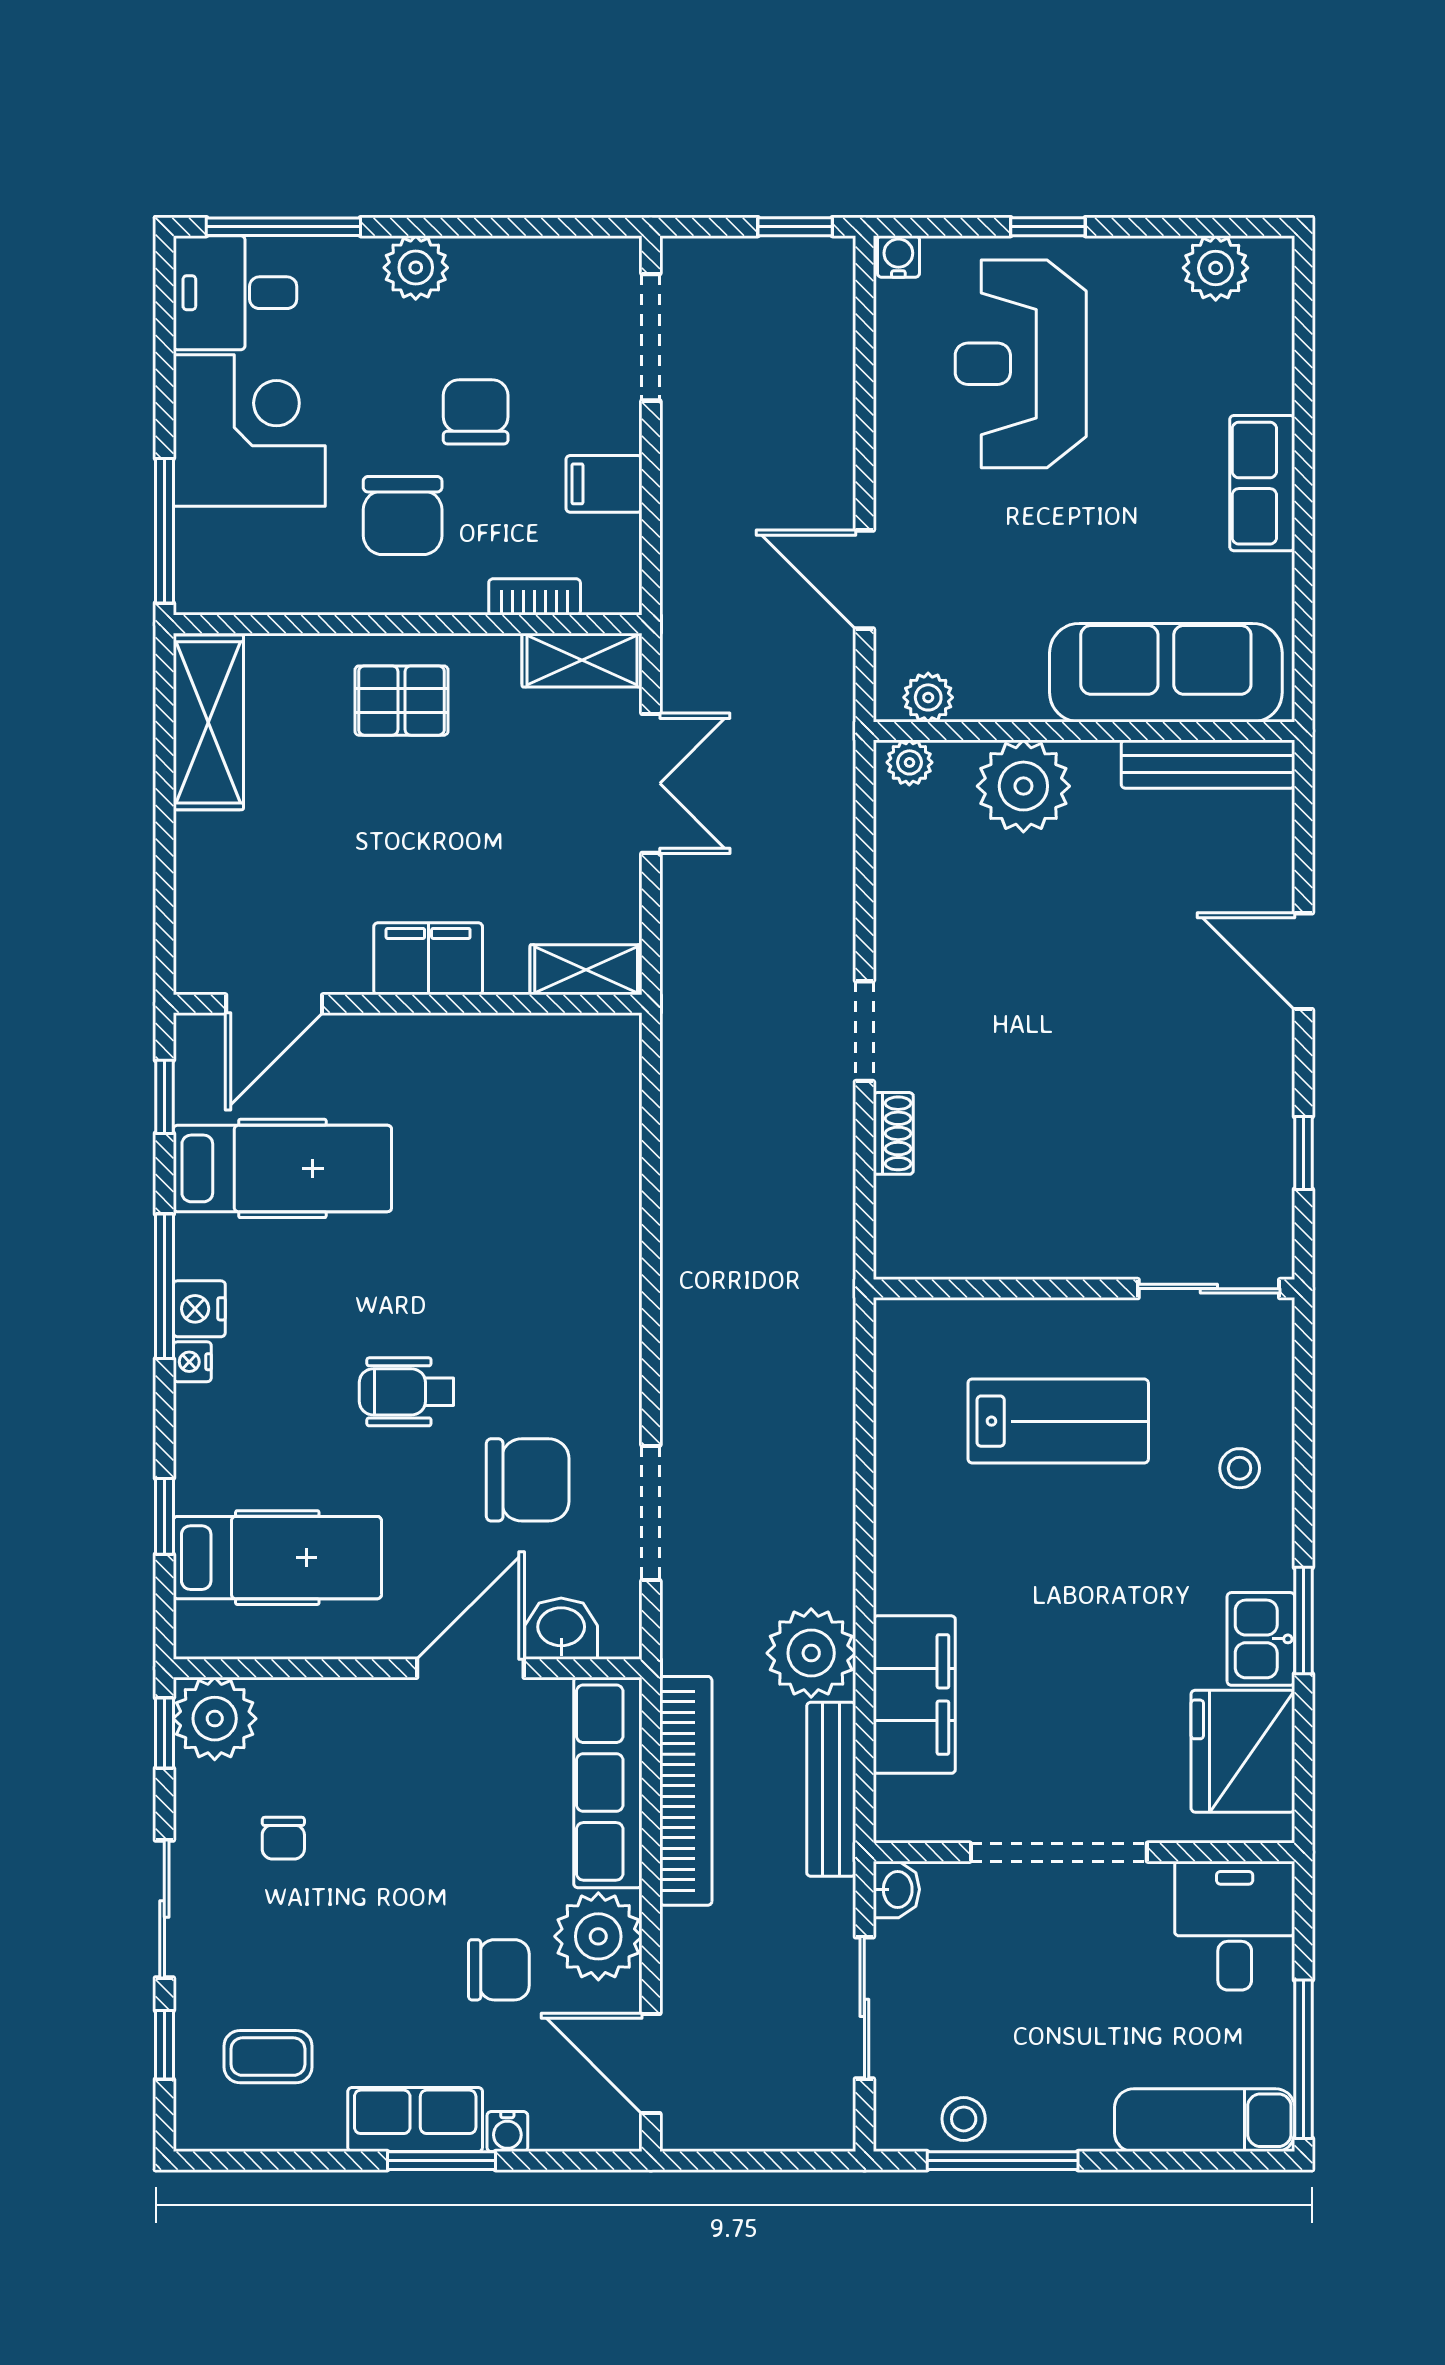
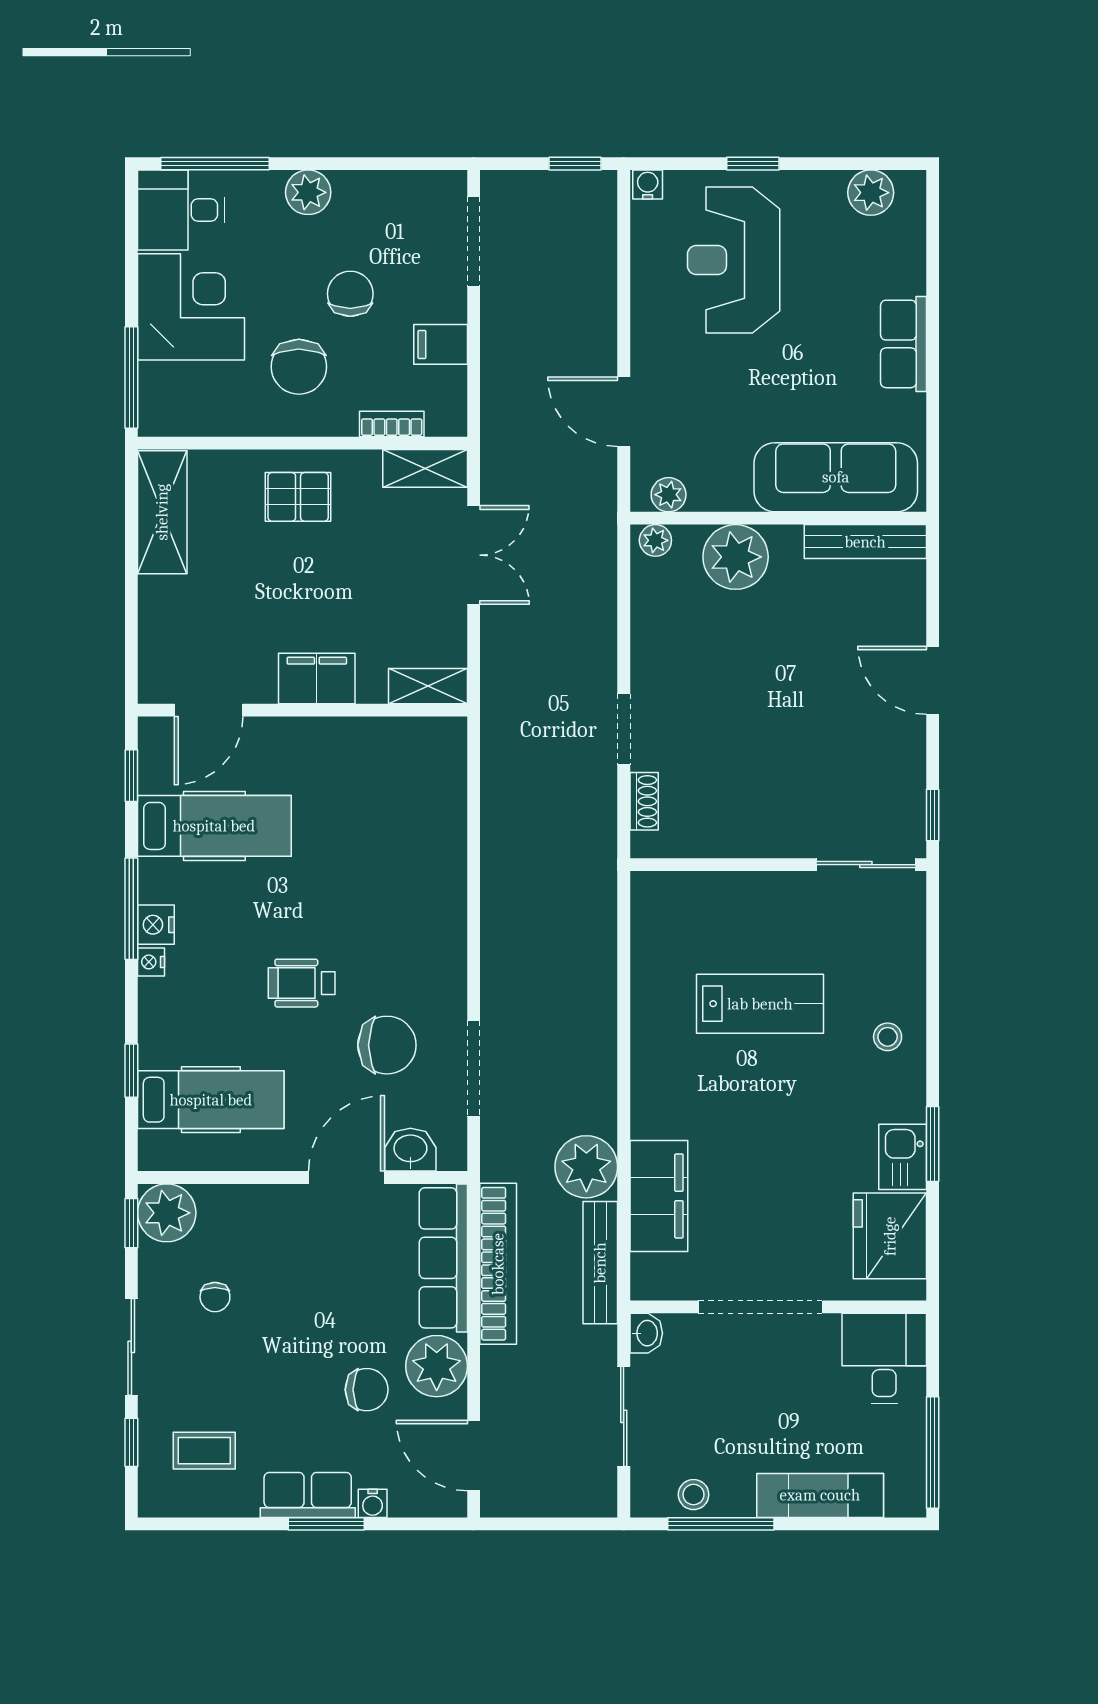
wall: (1084, 1289) -> (778, 865), moved
sliding door: (1209, 1289) -> (866, 865), moved
exam couch: (1205, 2120) -> (820, 1495), moved

